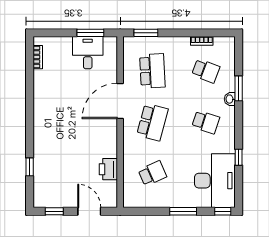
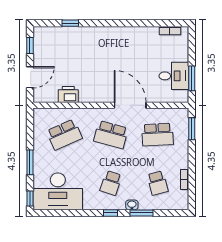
school desk: (206, 71) -> (157, 183), turned -36
window: (239, 157) -> (110, 213), moved
school desk: (152, 173) -> (64, 135), width x1.85

